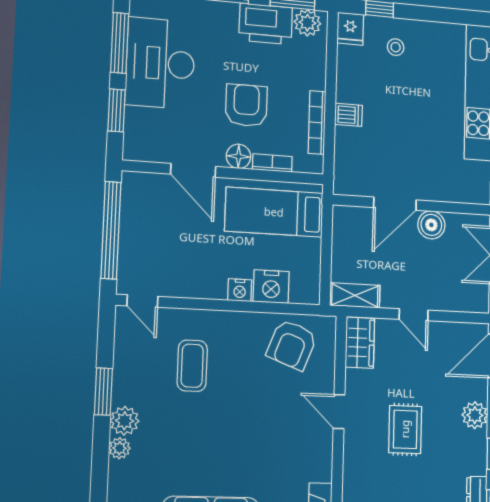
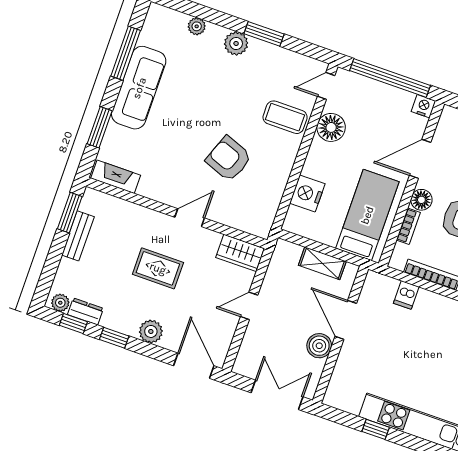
dishwasher: (348, 115) -> (406, 295), moved
floor lamp: (188, 281) -> (331, 127), added
nightstand: (240, 290) -> (424, 106), moved, turned 90
shelving: (355, 295) -> (322, 263), moved, turned 90
armchair: (292, 345) -> (229, 159), moved
coffee table: (192, 366) -> (285, 117), moved
plant: (119, 448) -> (197, 26), moved

